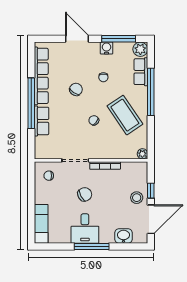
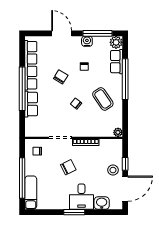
coffee table: (125, 115) -> (103, 99), width x0.73, depth x0.76
window: (31, 207) -> (22, 178), added
desk: (85, 229) -> (81, 197), moved
window: (92, 246) -> (74, 212), width x0.69

